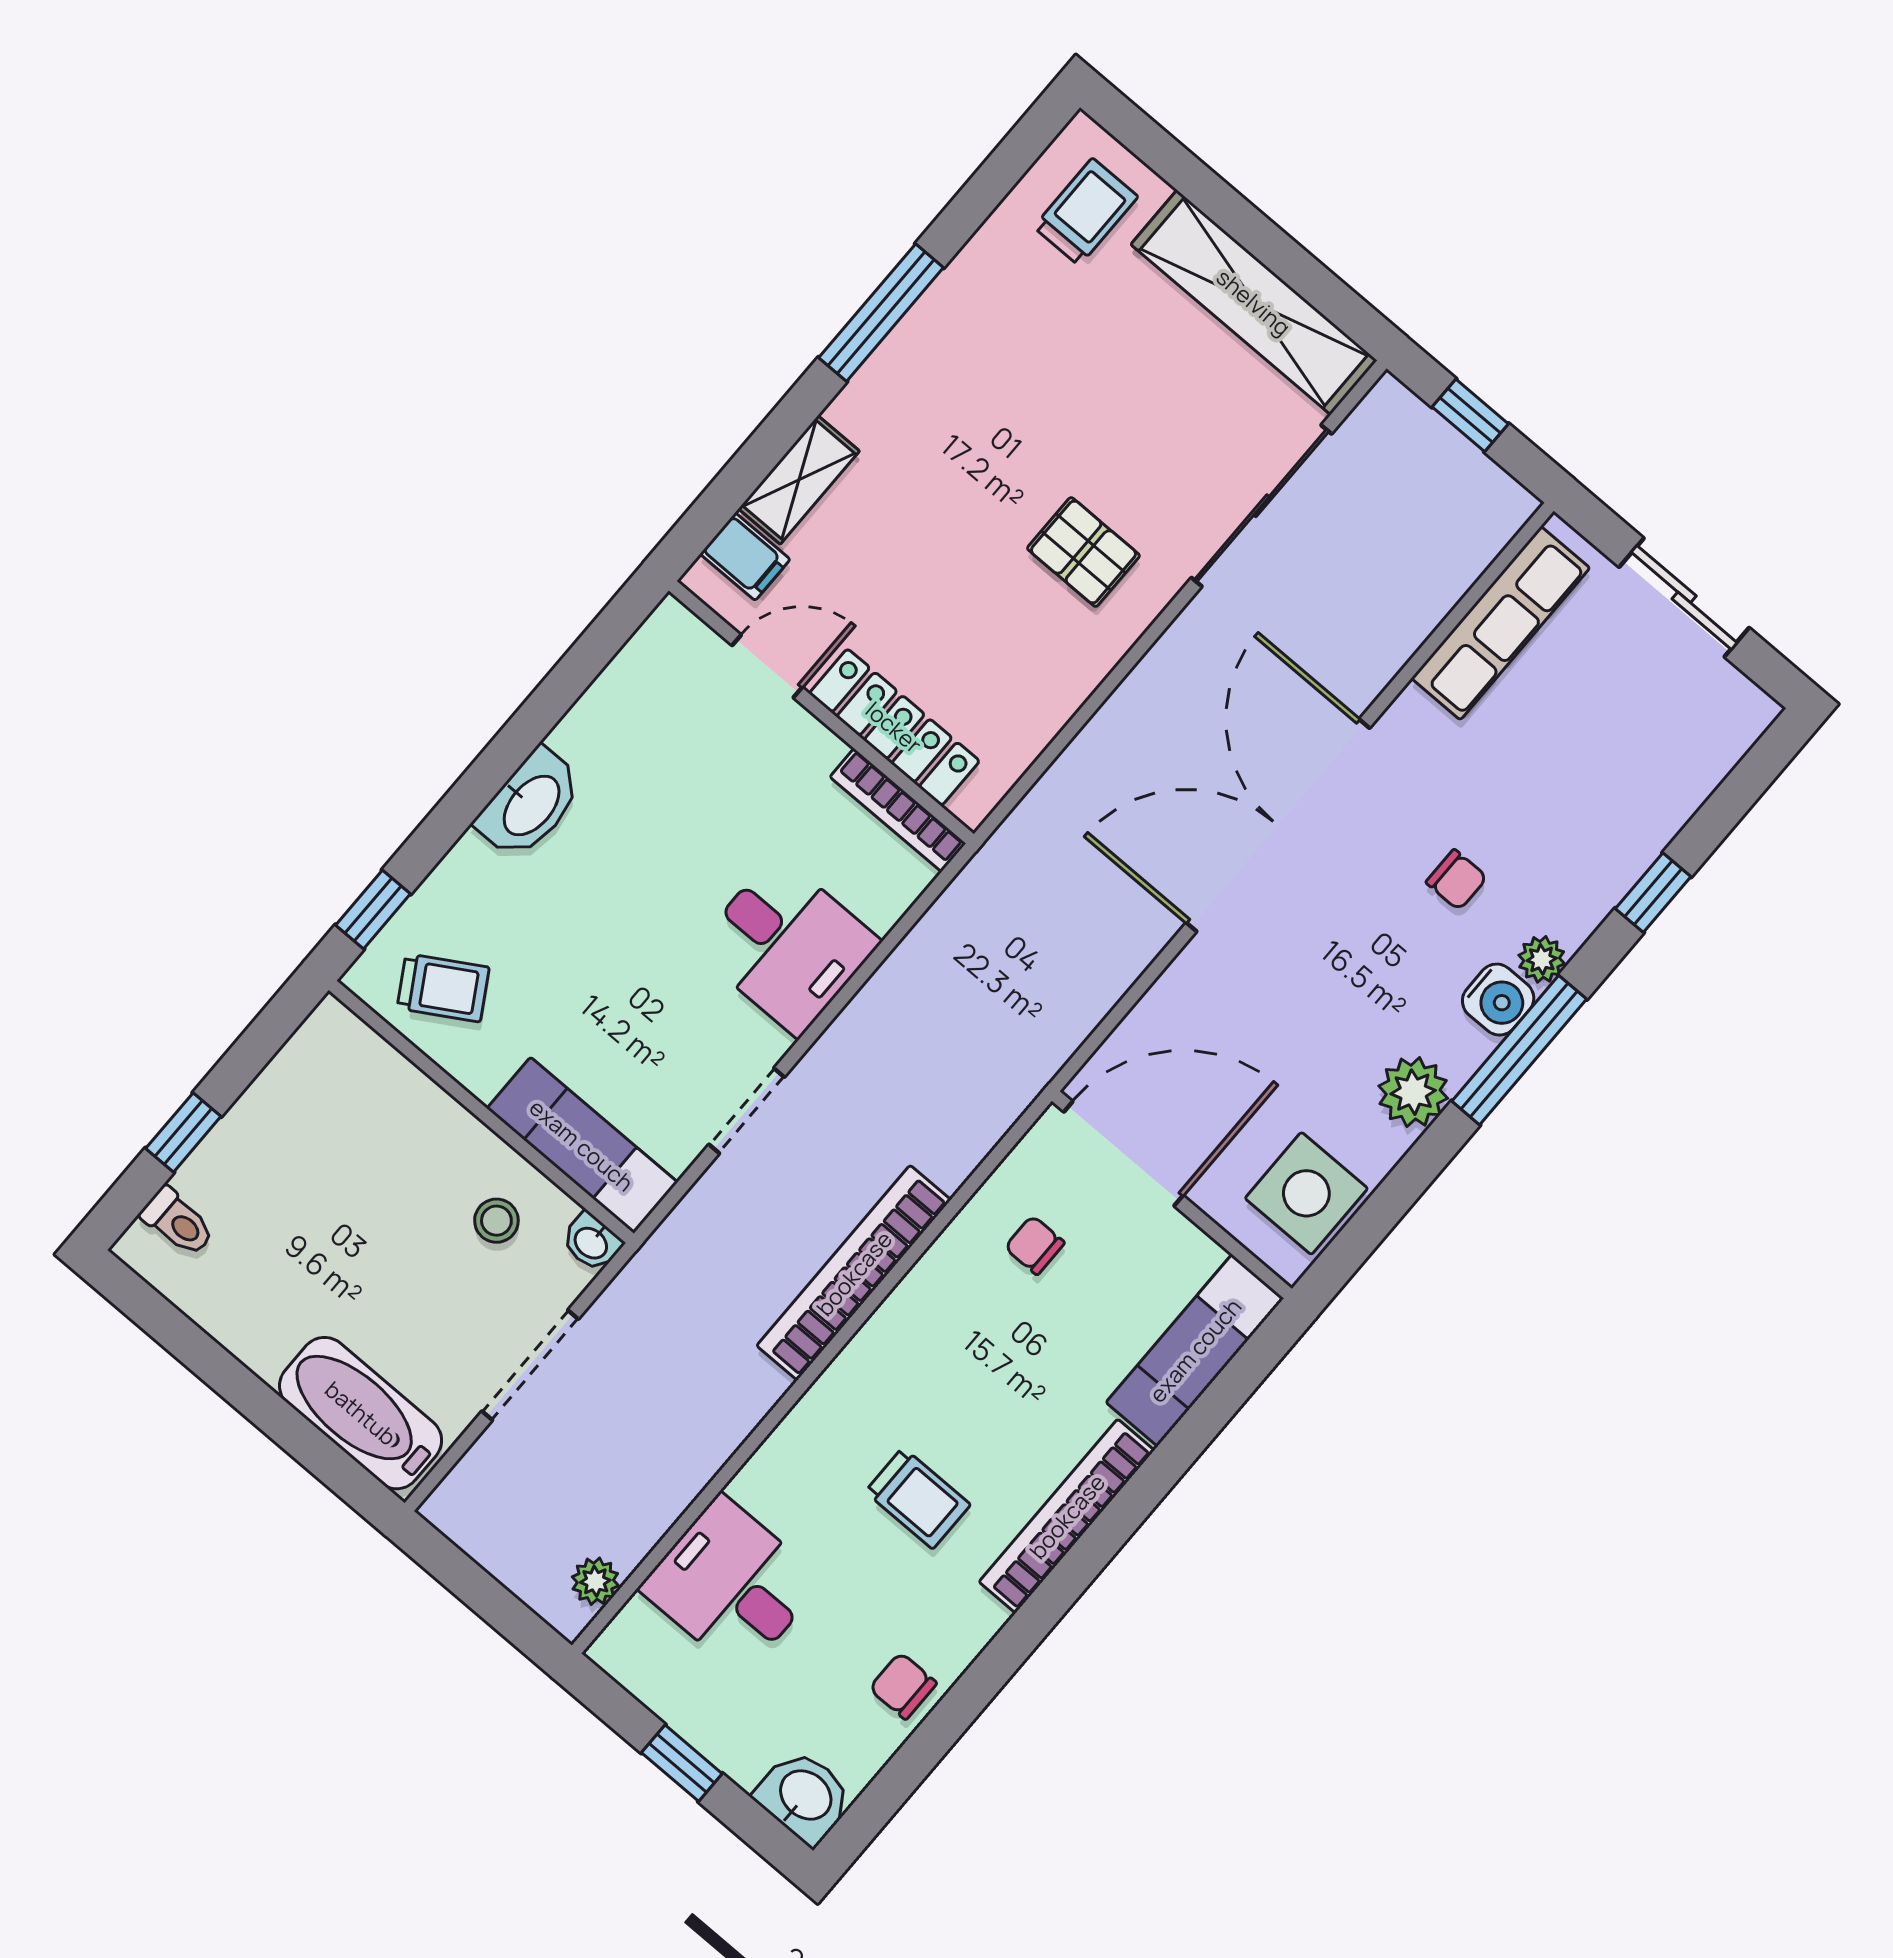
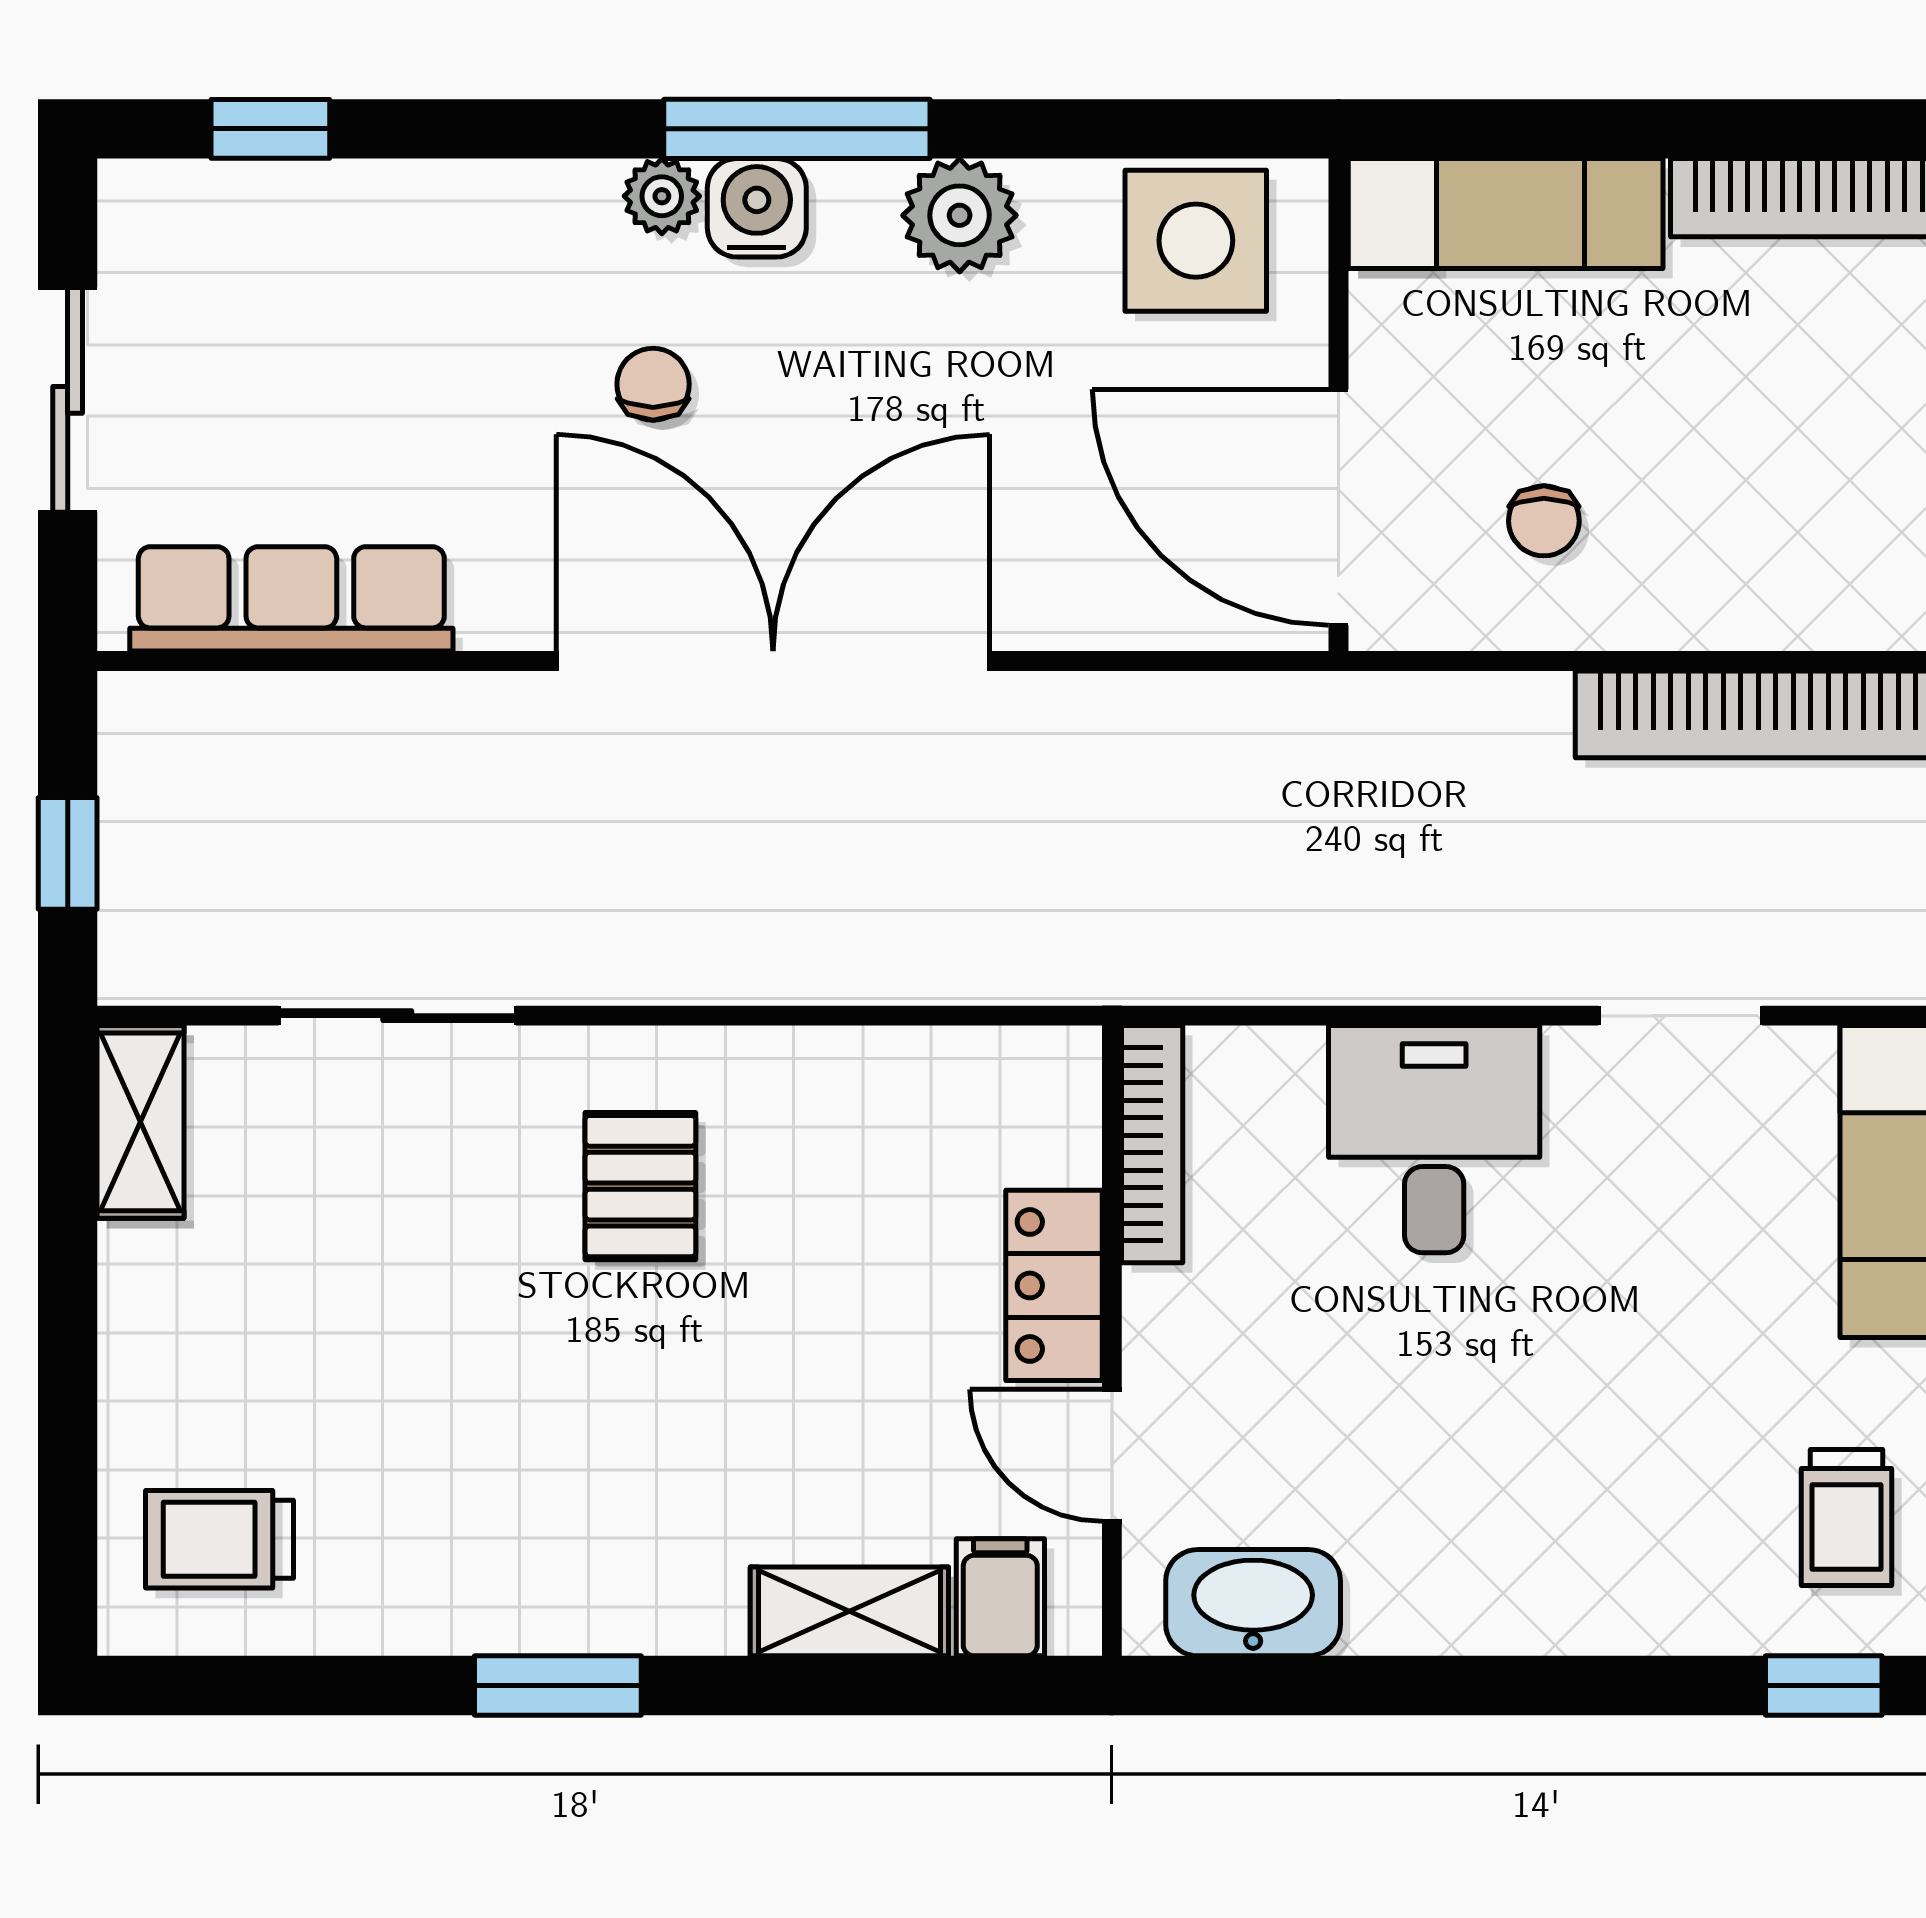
shelving: (1254, 302) -> (141, 1122), width x0.45, depth x0.75
window: (881, 313) -> (558, 1686), width x0.69
sliding door: (1261, 506) -> (397, 1016), width x0.73
locker: (894, 727) -> (1054, 1285), width x0.66
washbasin: (530, 804) -> (1253, 1603), moved
double door: (1278, 825) -> (773, 661), swing flipped
window: (1653, 893) -> (270, 129), moved
trolley: (443, 988) -> (1847, 1517), turned -149

